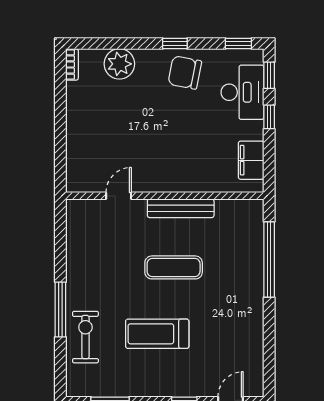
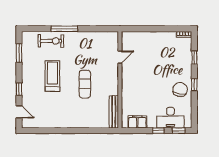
window: (238, 44) -> (194, 58), moved
plant: (119, 64) -> (184, 58), removed
door: (119, 196) -> (120, 57), hinge flipped
bench: (181, 208) -> (114, 112), moved
window: (269, 259) -> (89, 131), removed

